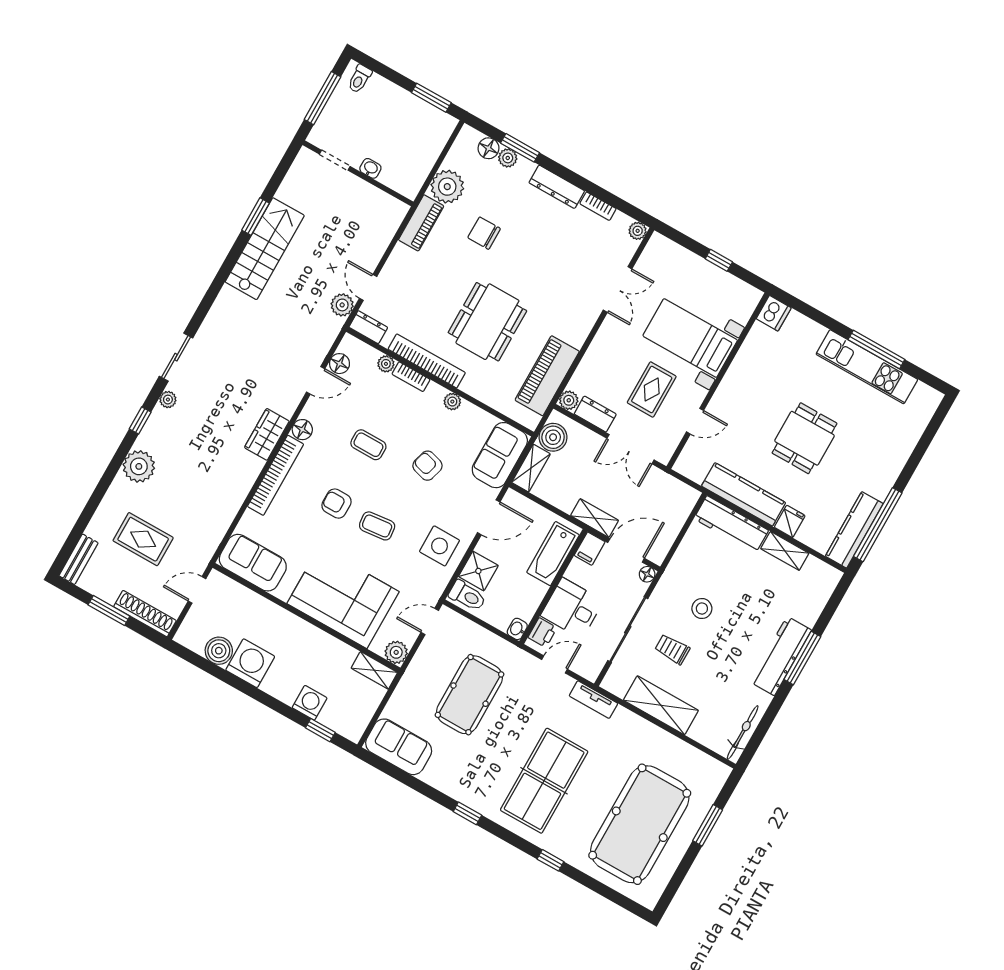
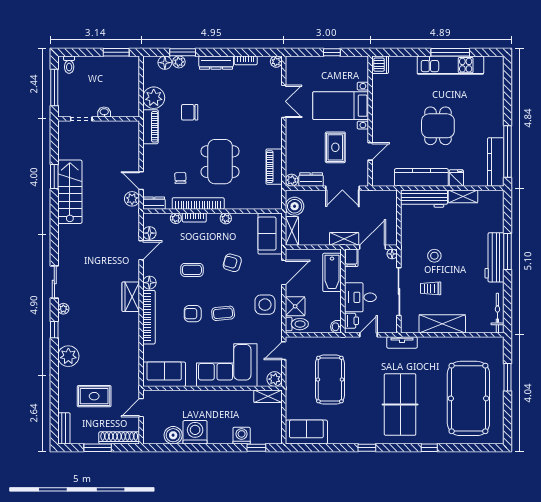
chair: (422, 314) -> (180, 178), added
piano: (547, 376) -> (274, 167), width x0.73, depth x0.75

